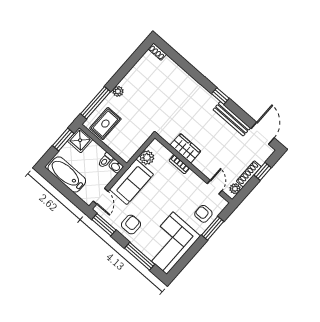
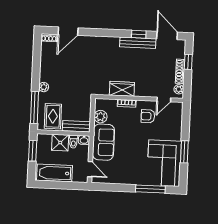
door: (179, 60) -> (68, 31), added
window: (220, 96) -> (139, 34), moved
shower: (80, 140) -> (60, 143), moved
bench: (119, 149) -> (76, 126), added
door: (215, 187) -> (164, 99), swing flipped
armchair: (203, 214) -> (148, 116), moved
armchair: (131, 224) -> (127, 172), removed
window: (104, 225) -> (108, 187), removed
window: (213, 228) -> (184, 152), moved

